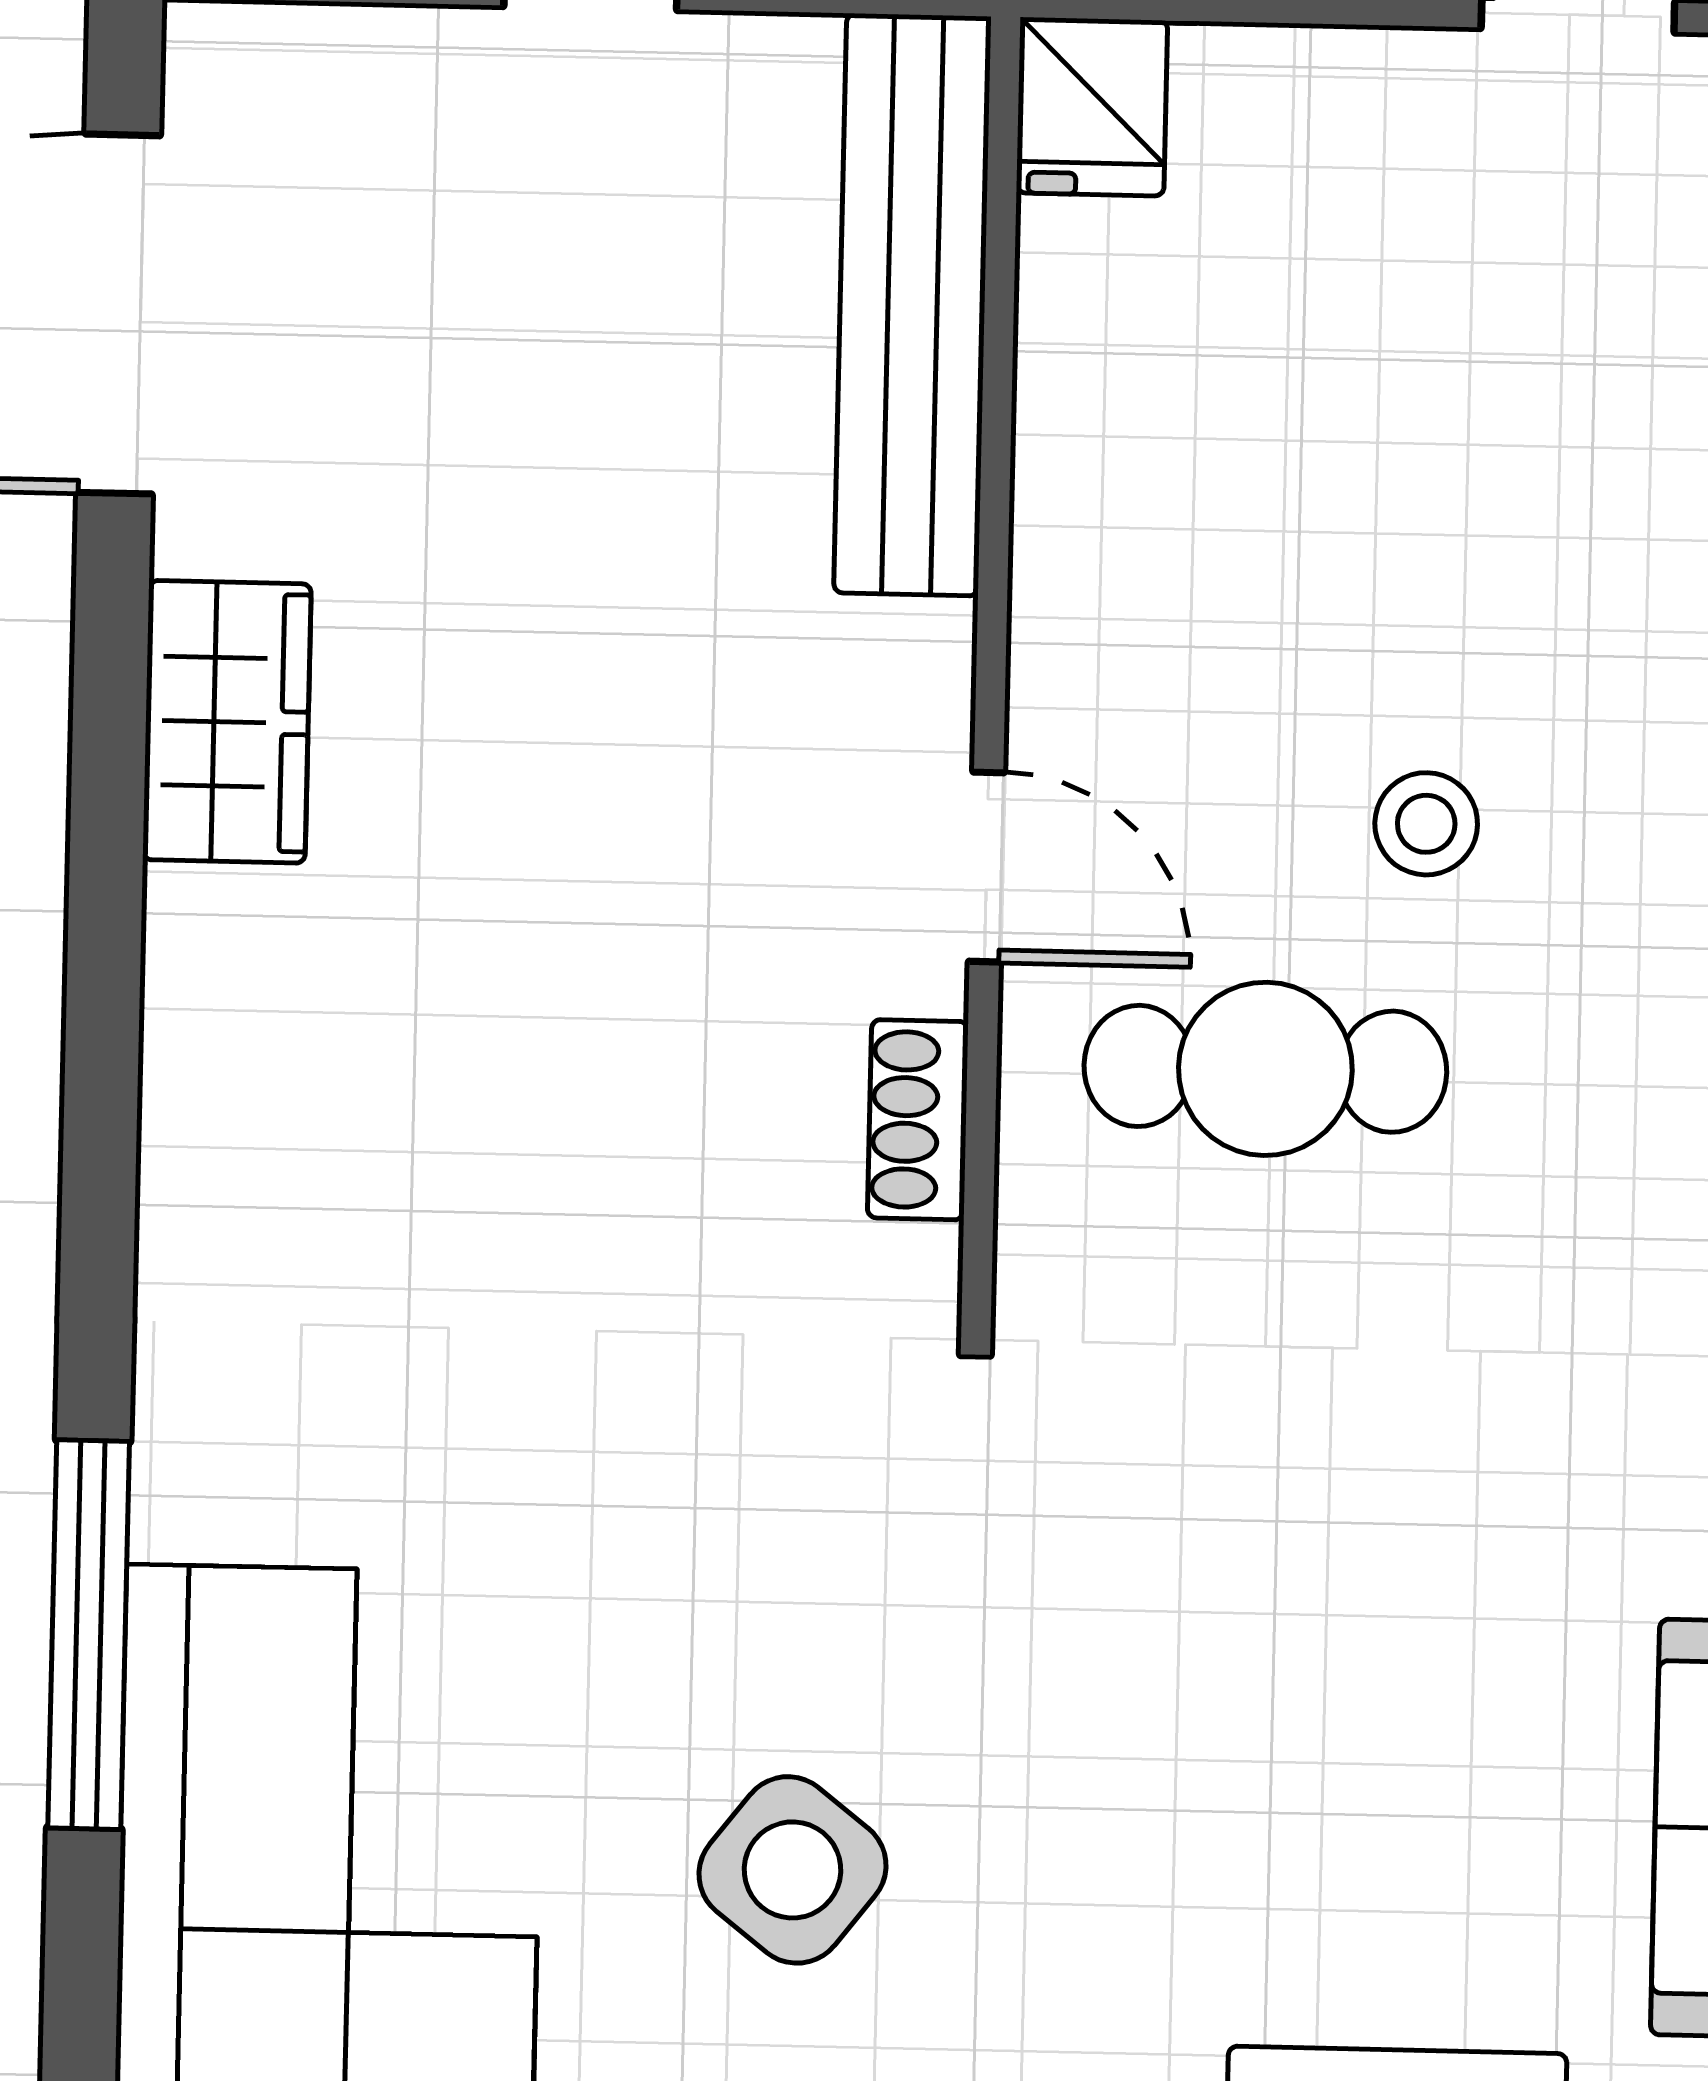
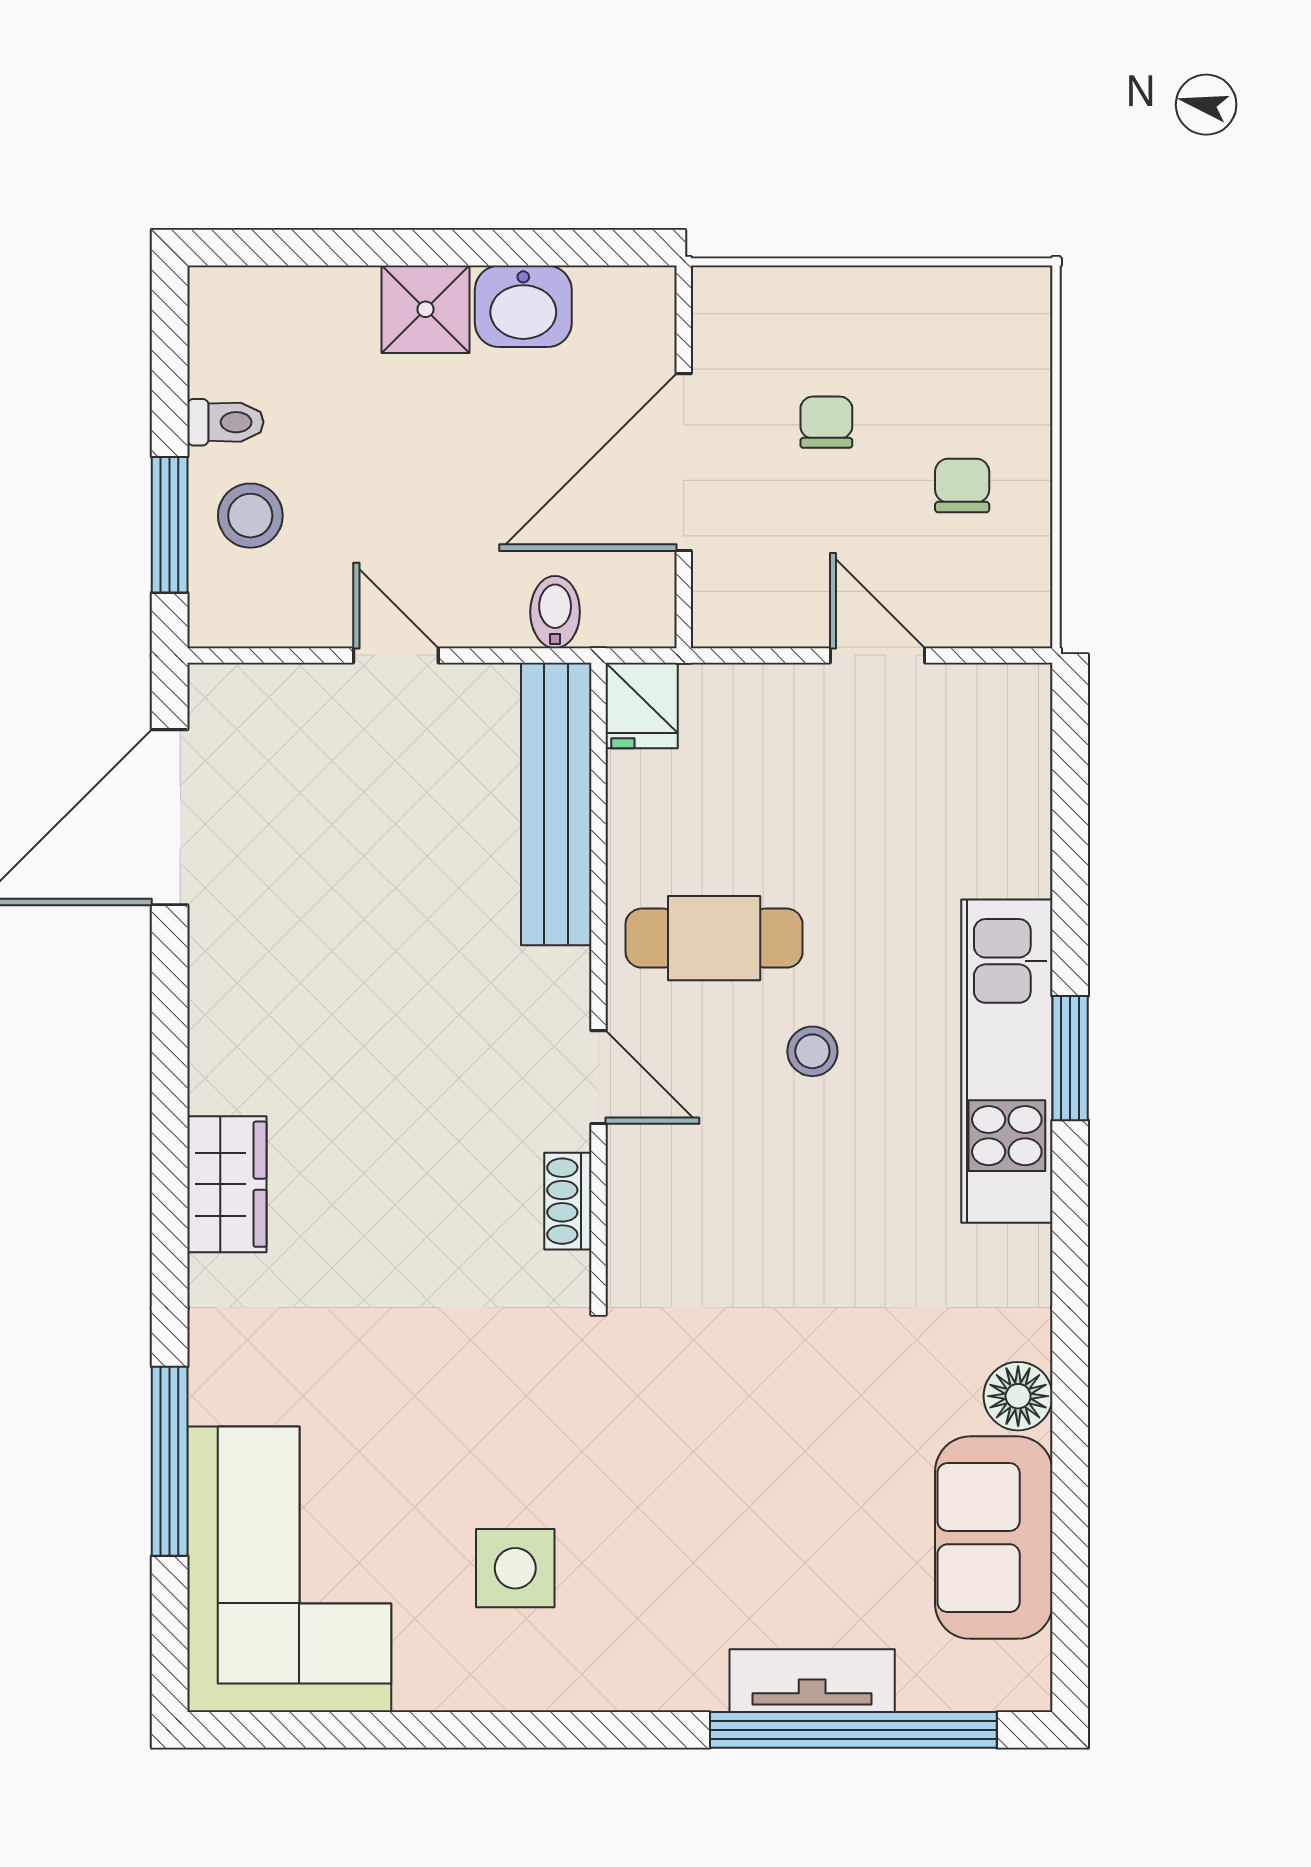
wardrobe: (227, 722) -> (227, 1184), moved
cafe table: (1265, 1069) -> (714, 938), moved
side table: (792, 1870) -> (515, 1568), turned -38

